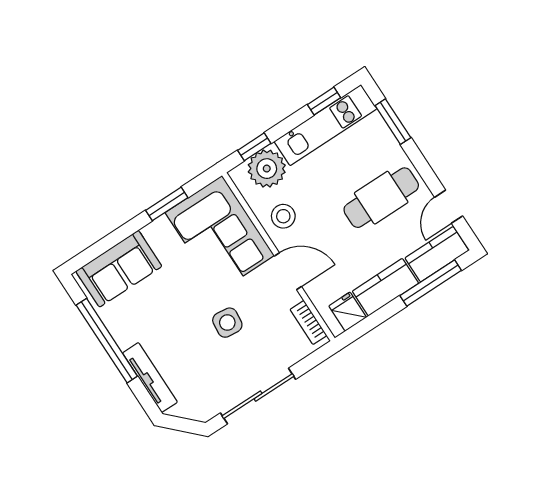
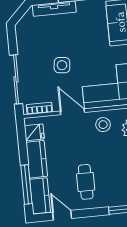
cafe table: (381, 198) -> (86, 182), width x0.73, depth x0.74
door: (288, 271) -> (72, 112), swing flipped
sliding door: (258, 396) -> (16, 79), moved

